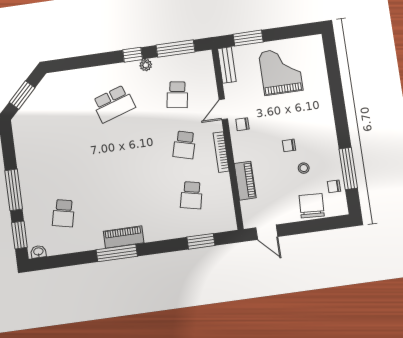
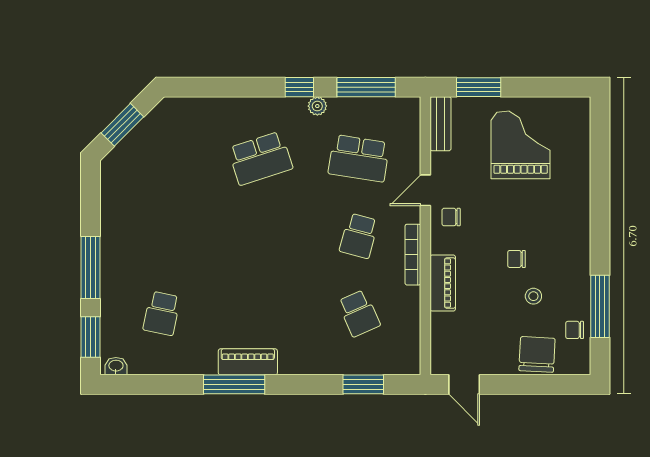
school desk: (177, 95) -> (359, 158), width x1.85
piano: (245, 181) -> (443, 283), moved
school desk: (191, 195) -> (359, 313), turned -36

